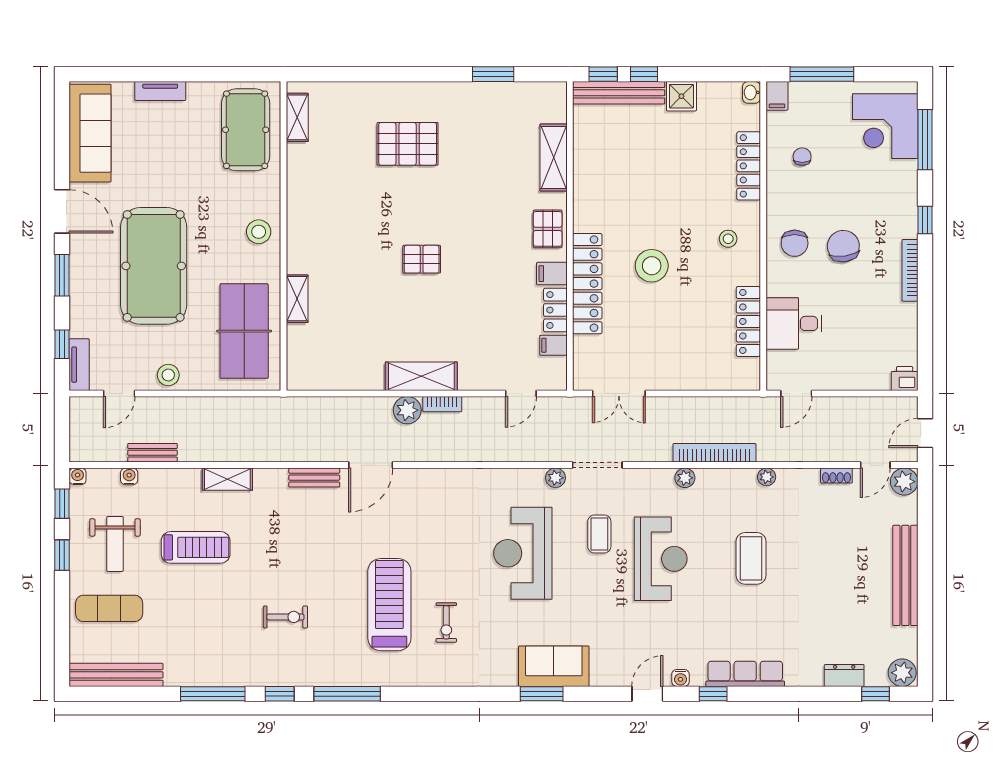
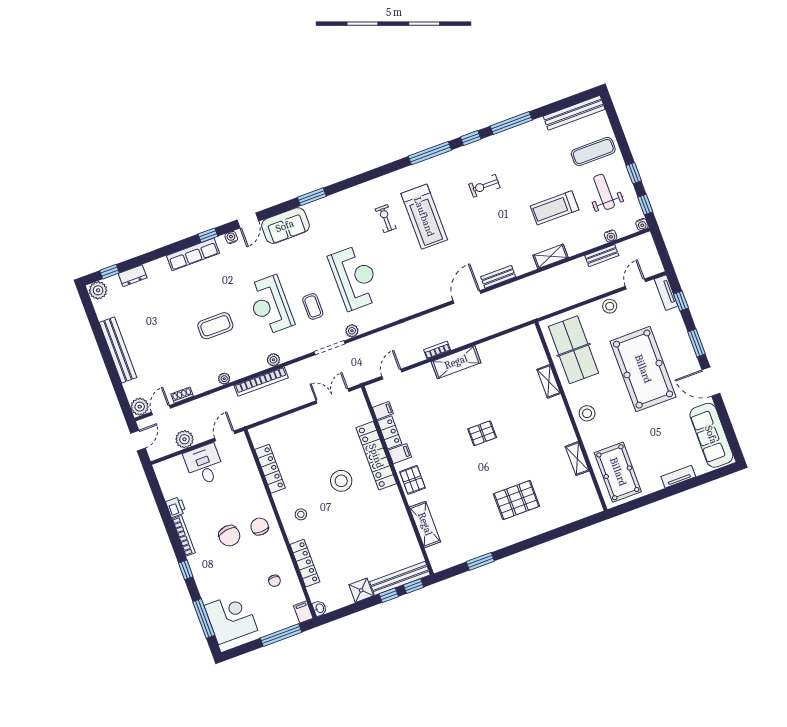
shelving: (297, 117) -> (577, 459), moved
desk: (794, 323) -> (204, 465), moved, turned -90
printer: (905, 379) -> (176, 507), moved, turned -90
plant: (407, 410) -> (184, 439), moved
coffee table: (751, 558) -> (215, 326), turned 90
sofa: (554, 666) -> (285, 226), moved

